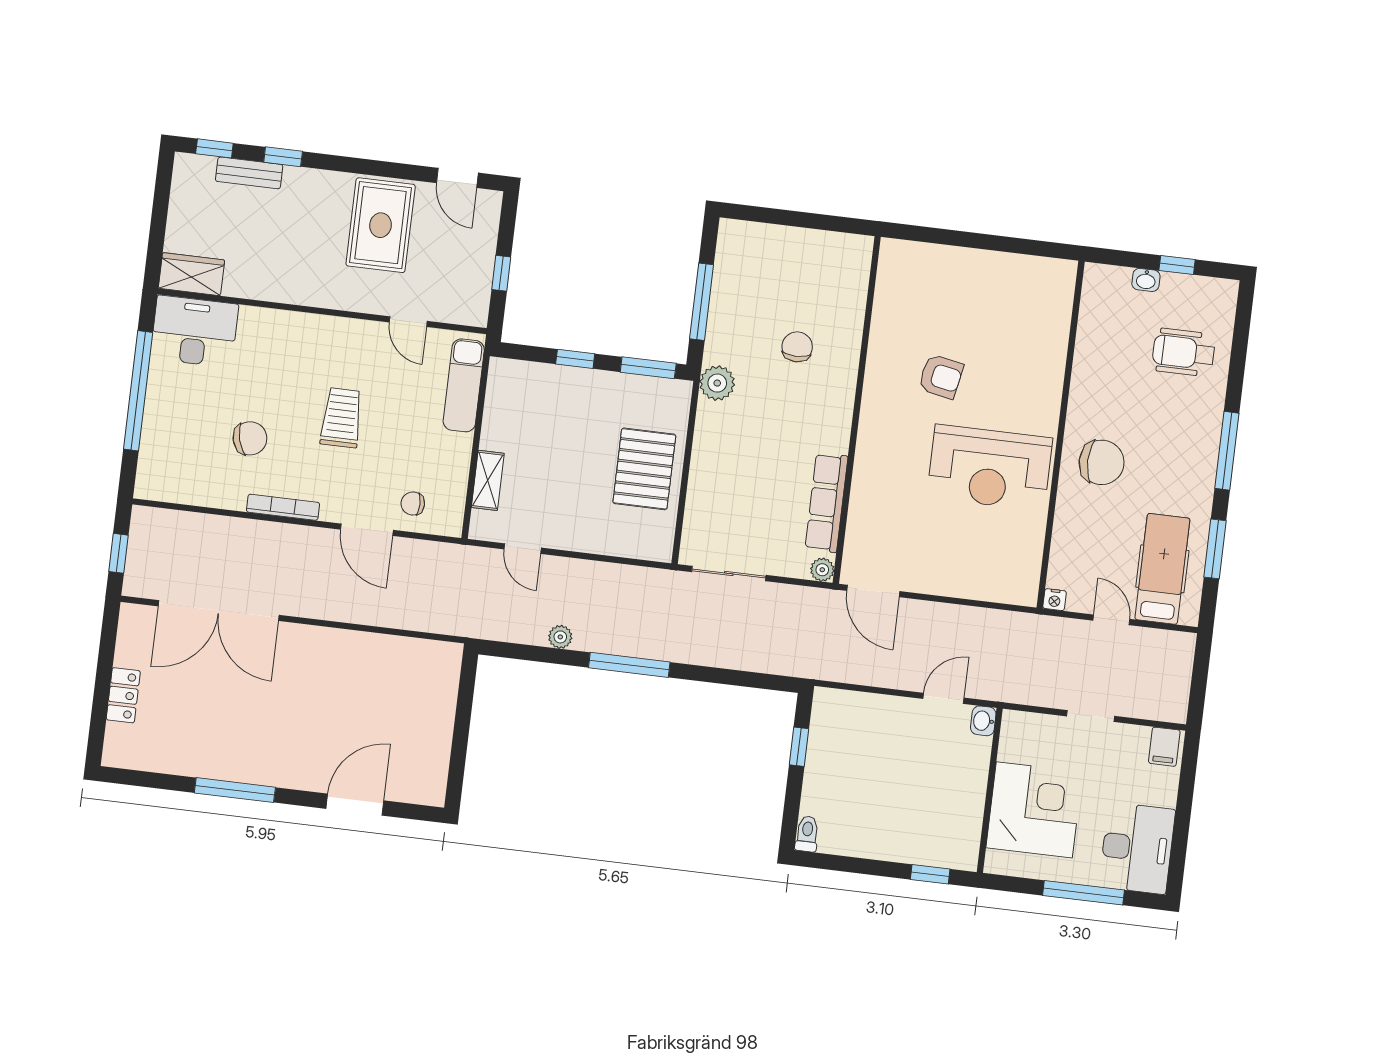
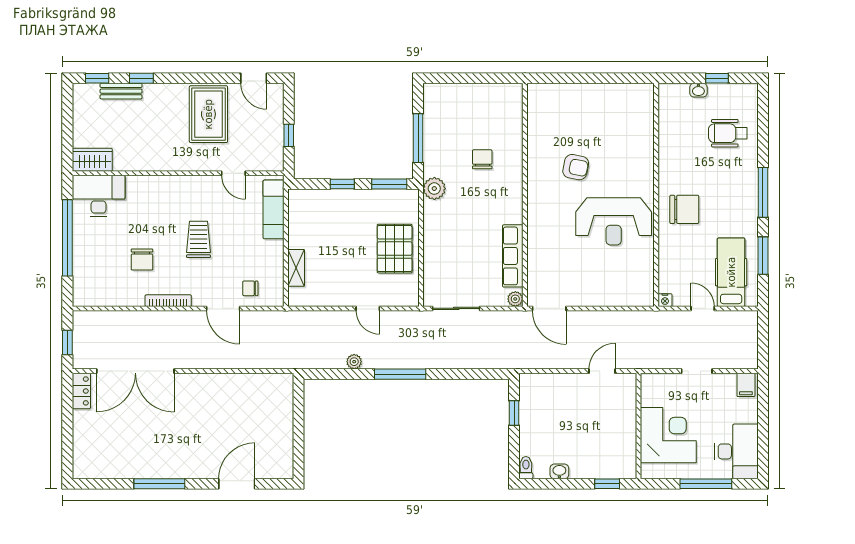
chair: (250, 438) -> (142, 259), turned 105
door: (523, 549) -> (368, 308), moved
locker: (123, 695) -> (81, 391), moved
washbasin: (983, 721) -> (559, 471), moved, turned 90

